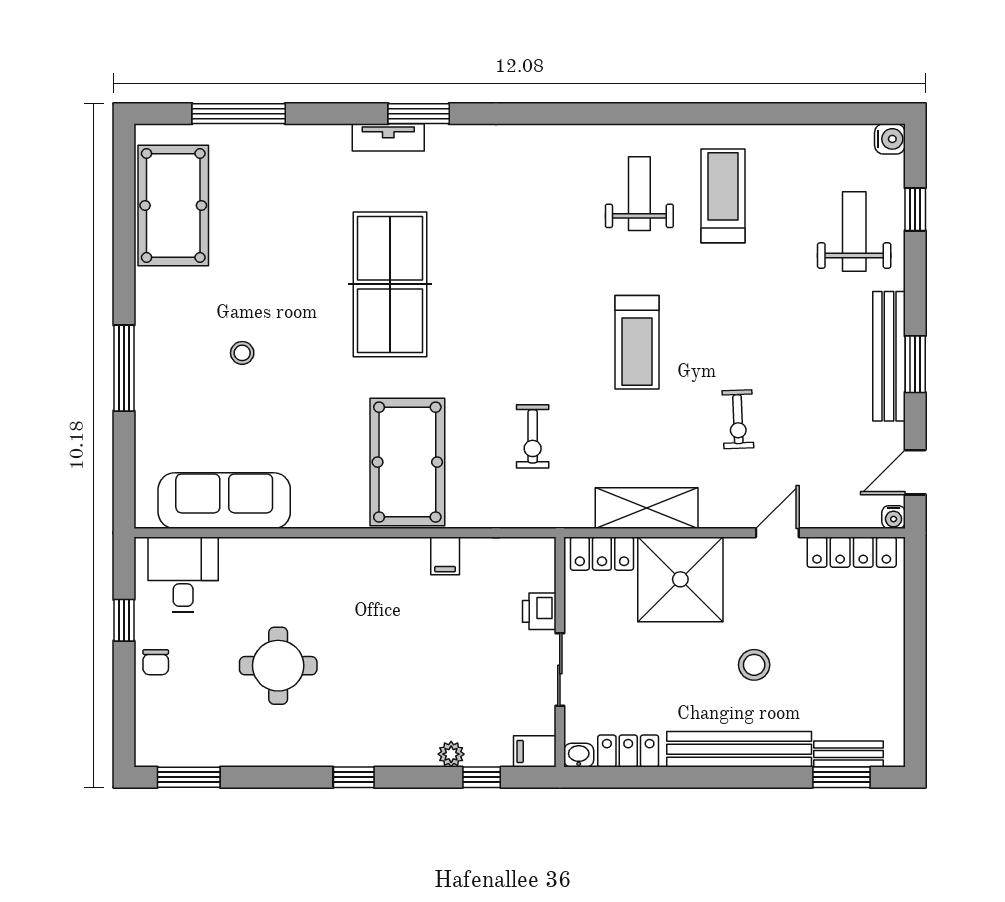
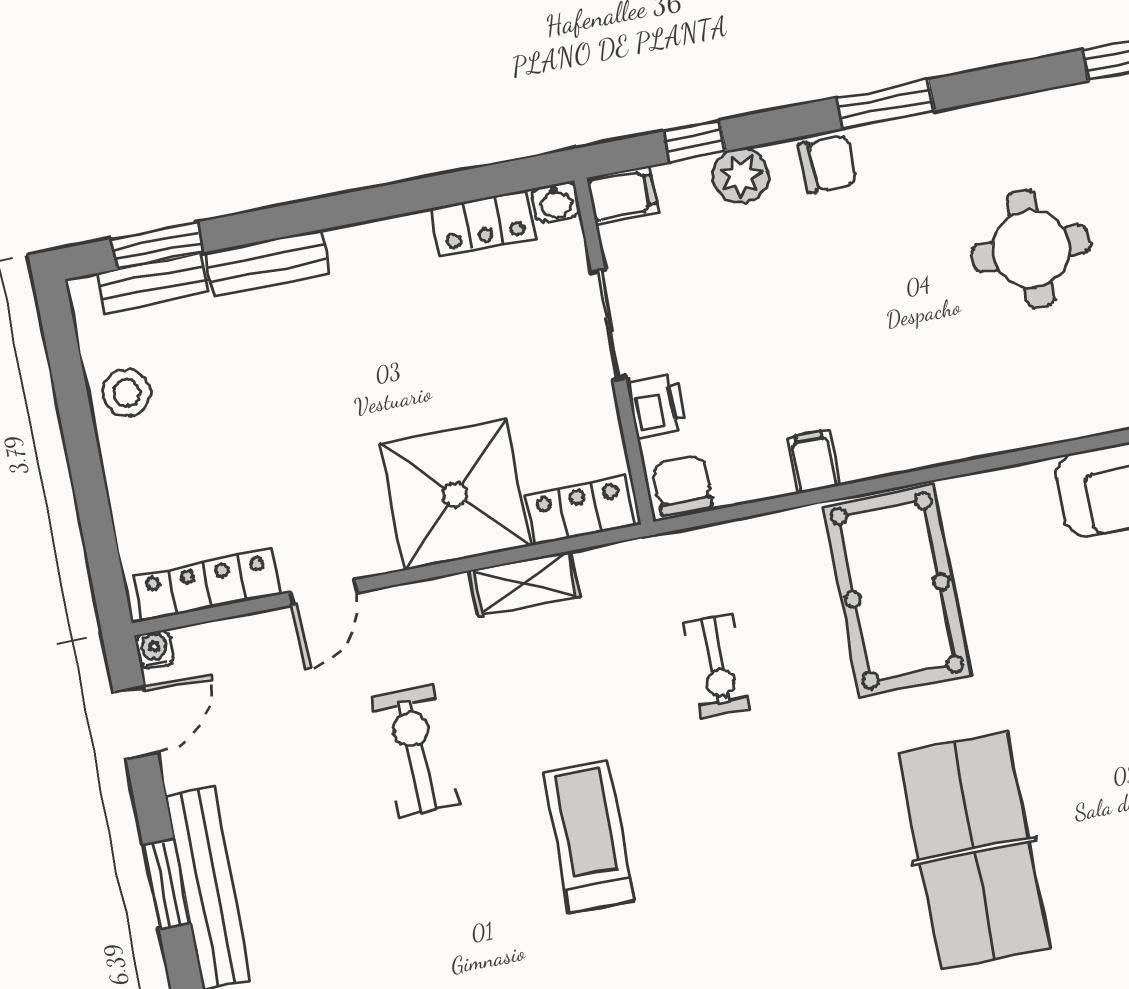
exercise bike: (738, 419) -> (416, 751), width x1.38, depth x1.39
exercise bike: (533, 436) -> (717, 665), turned 180
shelving: (647, 508) -> (525, 583), width x0.67, depth x0.75
chair: (532, 557) -> (682, 485), added
stool: (754, 665) -> (127, 393), moved
chair: (398, 746) -> (828, 164), added
bench: (739, 749) -> (267, 263), width x0.54, depth x0.82
plant: (451, 754) -> (741, 176), width x1.38, depth x1.38
window: (354, 777) -> (886, 104), width x1.50

